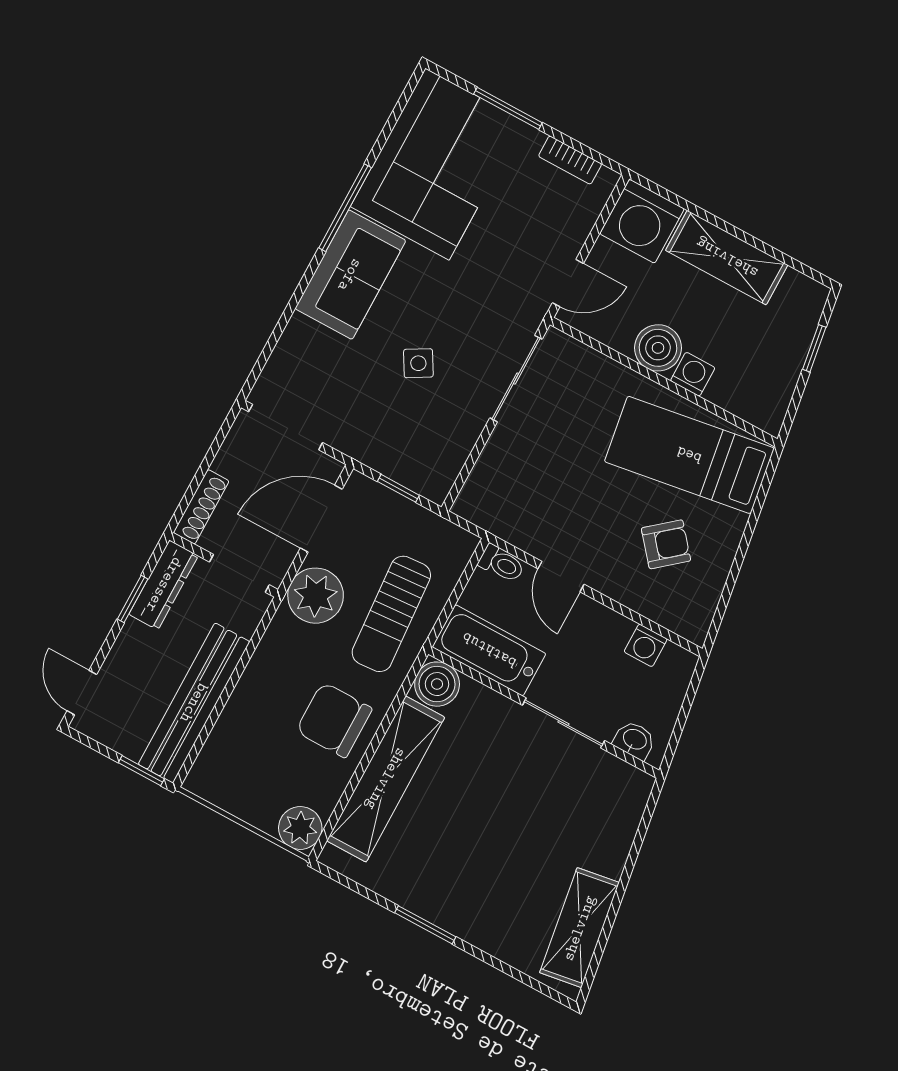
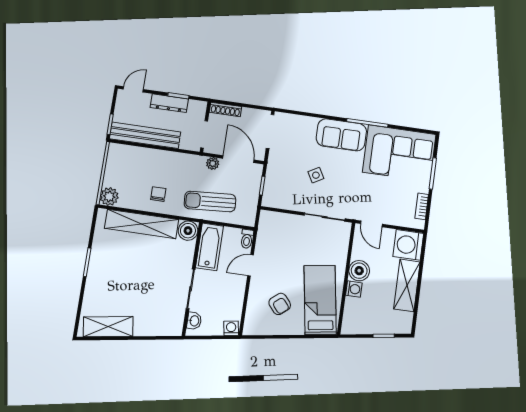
dresser: (164, 585) -> (169, 103), moved
plant: (316, 596) -> (213, 163), width x0.53, depth x0.53
washing machine: (646, 645) -> (231, 328), moved, turned 81
chair: (334, 720) -> (158, 194), width x0.54, depth x0.54

